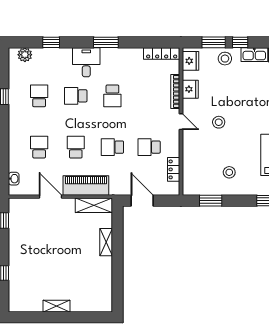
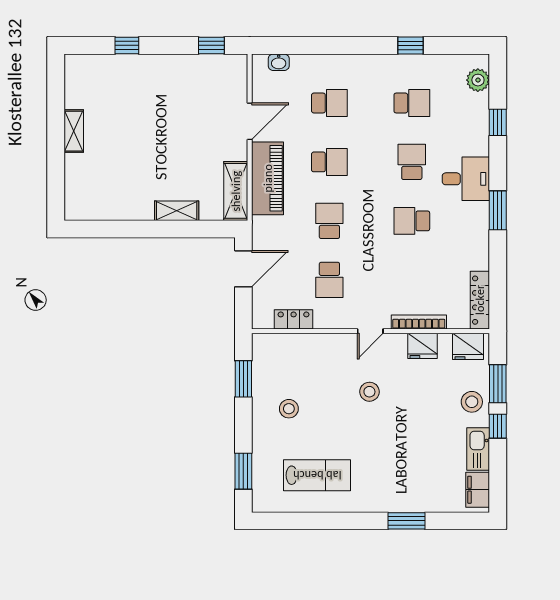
school desk: (149, 147) -> (329, 280), turned 180

